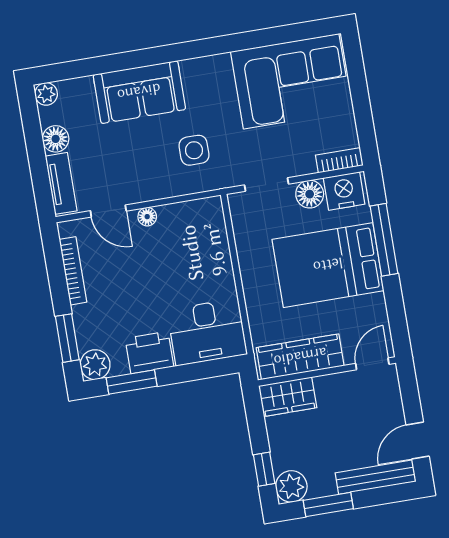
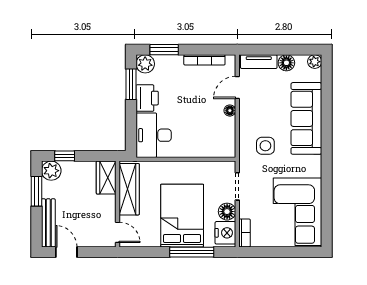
sofa: (139, 92) -> (306, 118), width x1.36

